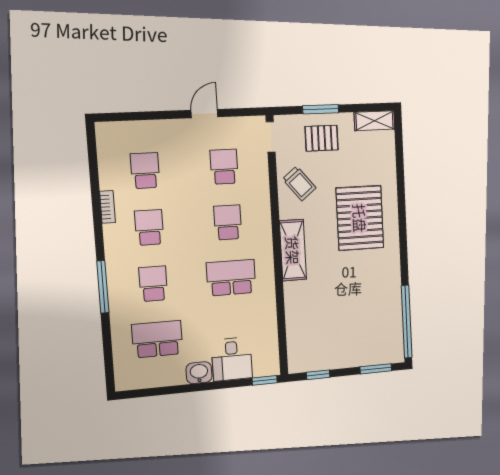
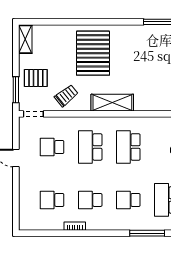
window: (321, 109) -> (16, 90), moved
pallet: (322, 138) -> (36, 78), turned 90
pallet: (360, 218) -> (93, 53), turned 90
school desk: (228, 222) -> (90, 147), width x1.85
window: (103, 287) -> (147, 233), moved

